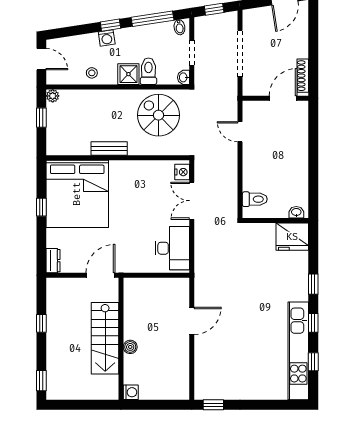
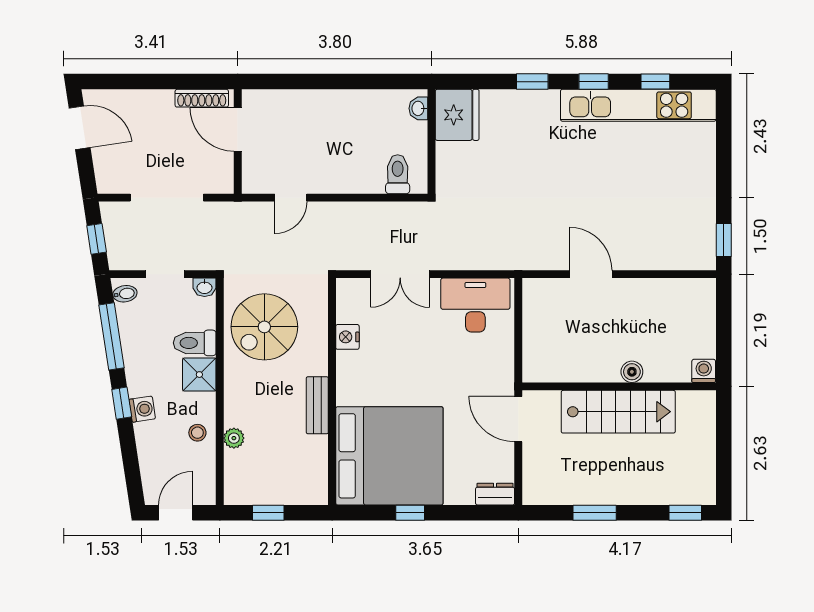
plant: (53, 96) -> (234, 438), moved
nightstand: (182, 172) -> (347, 337), moved, turned -90
window: (41, 323) -> (595, 513), width x1.50

